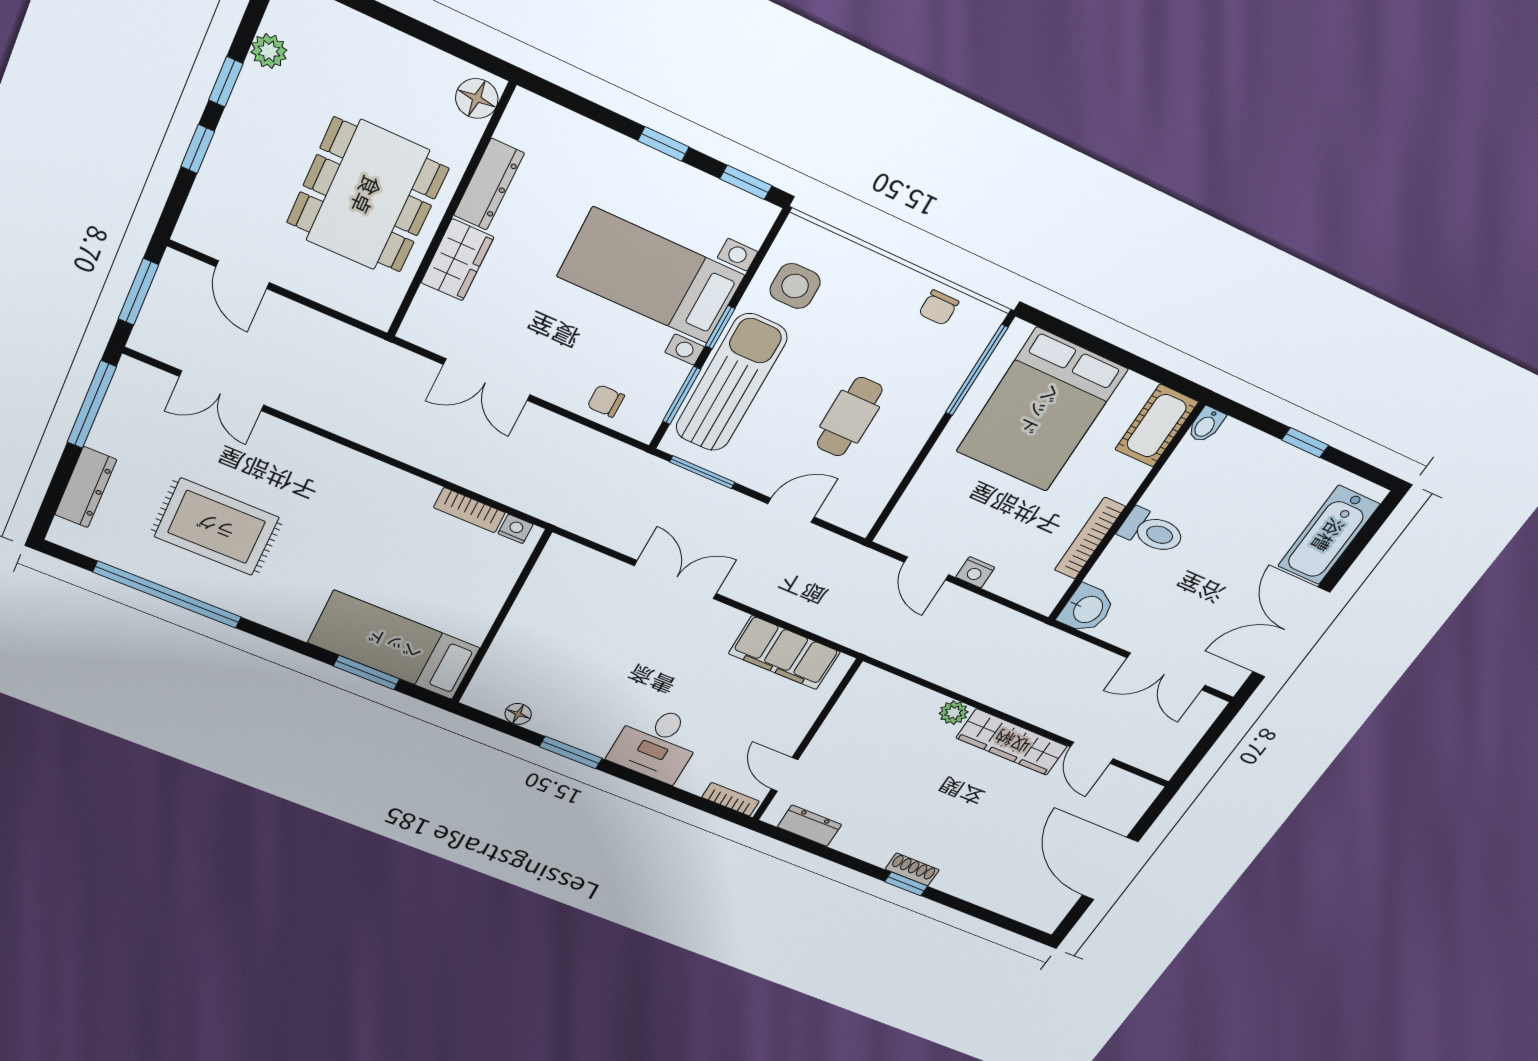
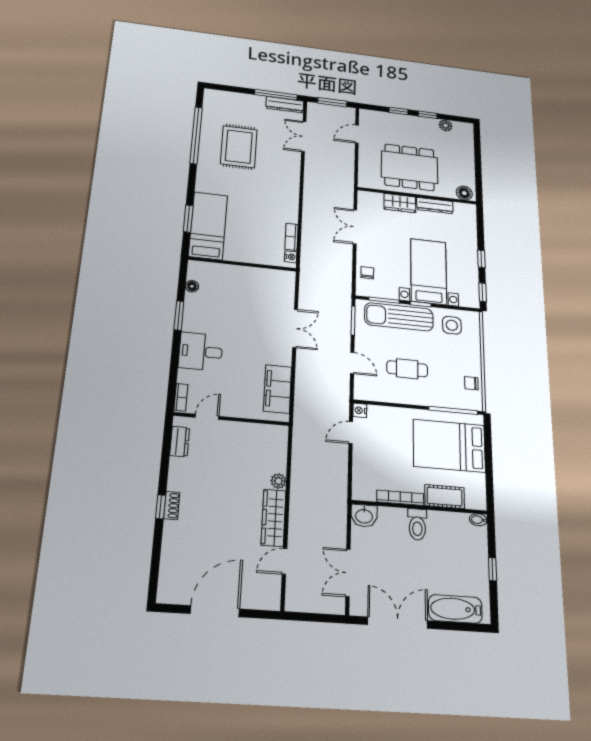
sun lounger: (731, 383) -> (399, 317), turned 180
cot: (1156, 426) -> (445, 497), moved
dresser: (86, 487) -> (285, 105), moved
nightstand: (975, 572) -> (360, 410), moved

